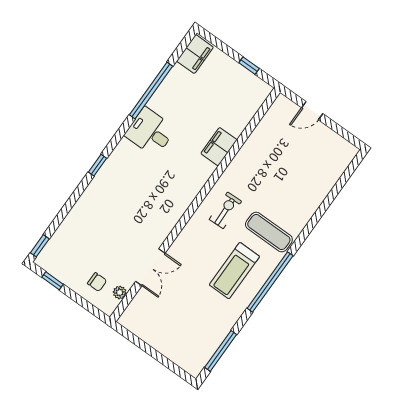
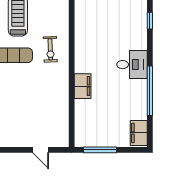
window: (249, 66) -> (100, 150), width x2.17
door: (312, 111) -> (41, 150), swing flipped

